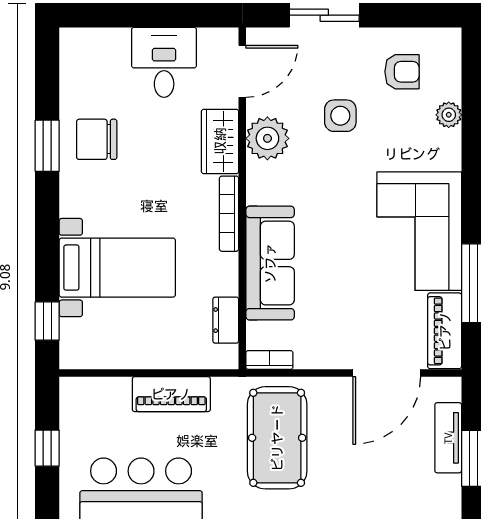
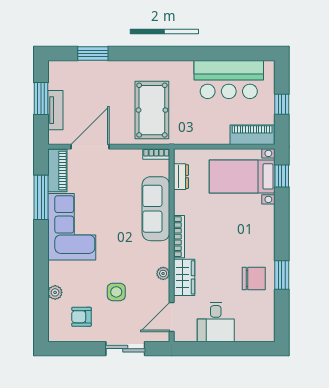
plant: (267, 138) -> (163, 273), width x0.53, depth x0.53
bed with nightstands: (117, 268) -> (242, 176), moved
piano: (171, 394) -> (252, 135), moved

